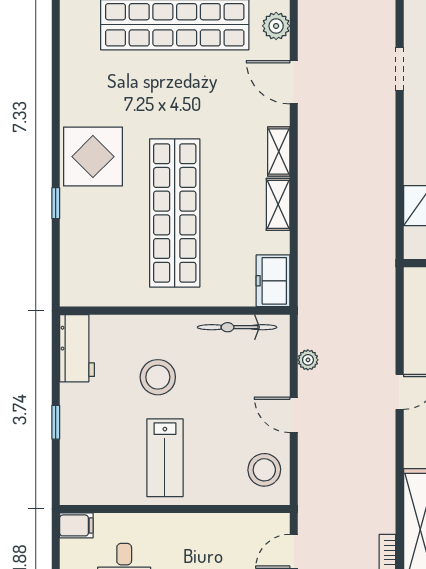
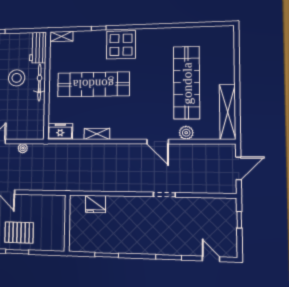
door: (294, 82) -> (157, 142), swing flipped
shelving: (279, 152) -> (61, 36), moved
bicycle: (237, 327) -> (39, 82), moved
workbench: (77, 348) -> (38, 48), moved, turned 90

